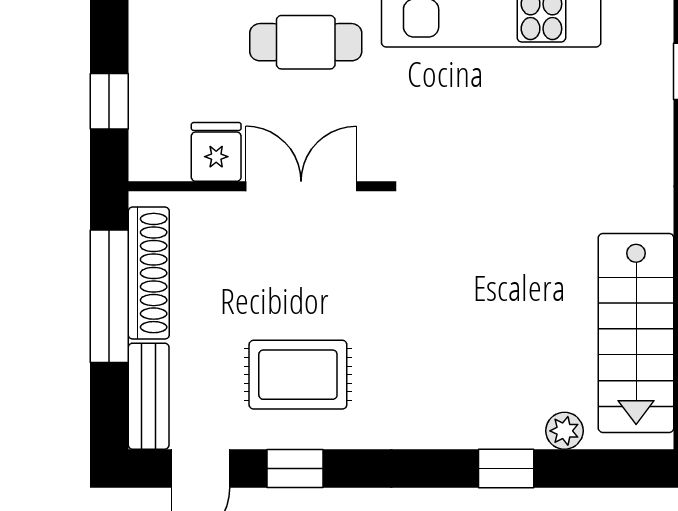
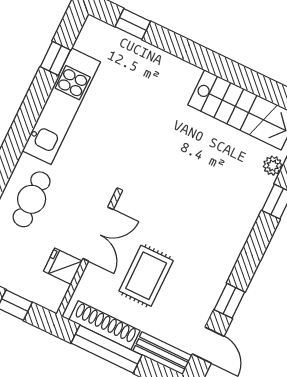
double door: (301, 186) -> (98, 234), swing flipped
rug: (298, 375) -> (146, 276), moved

